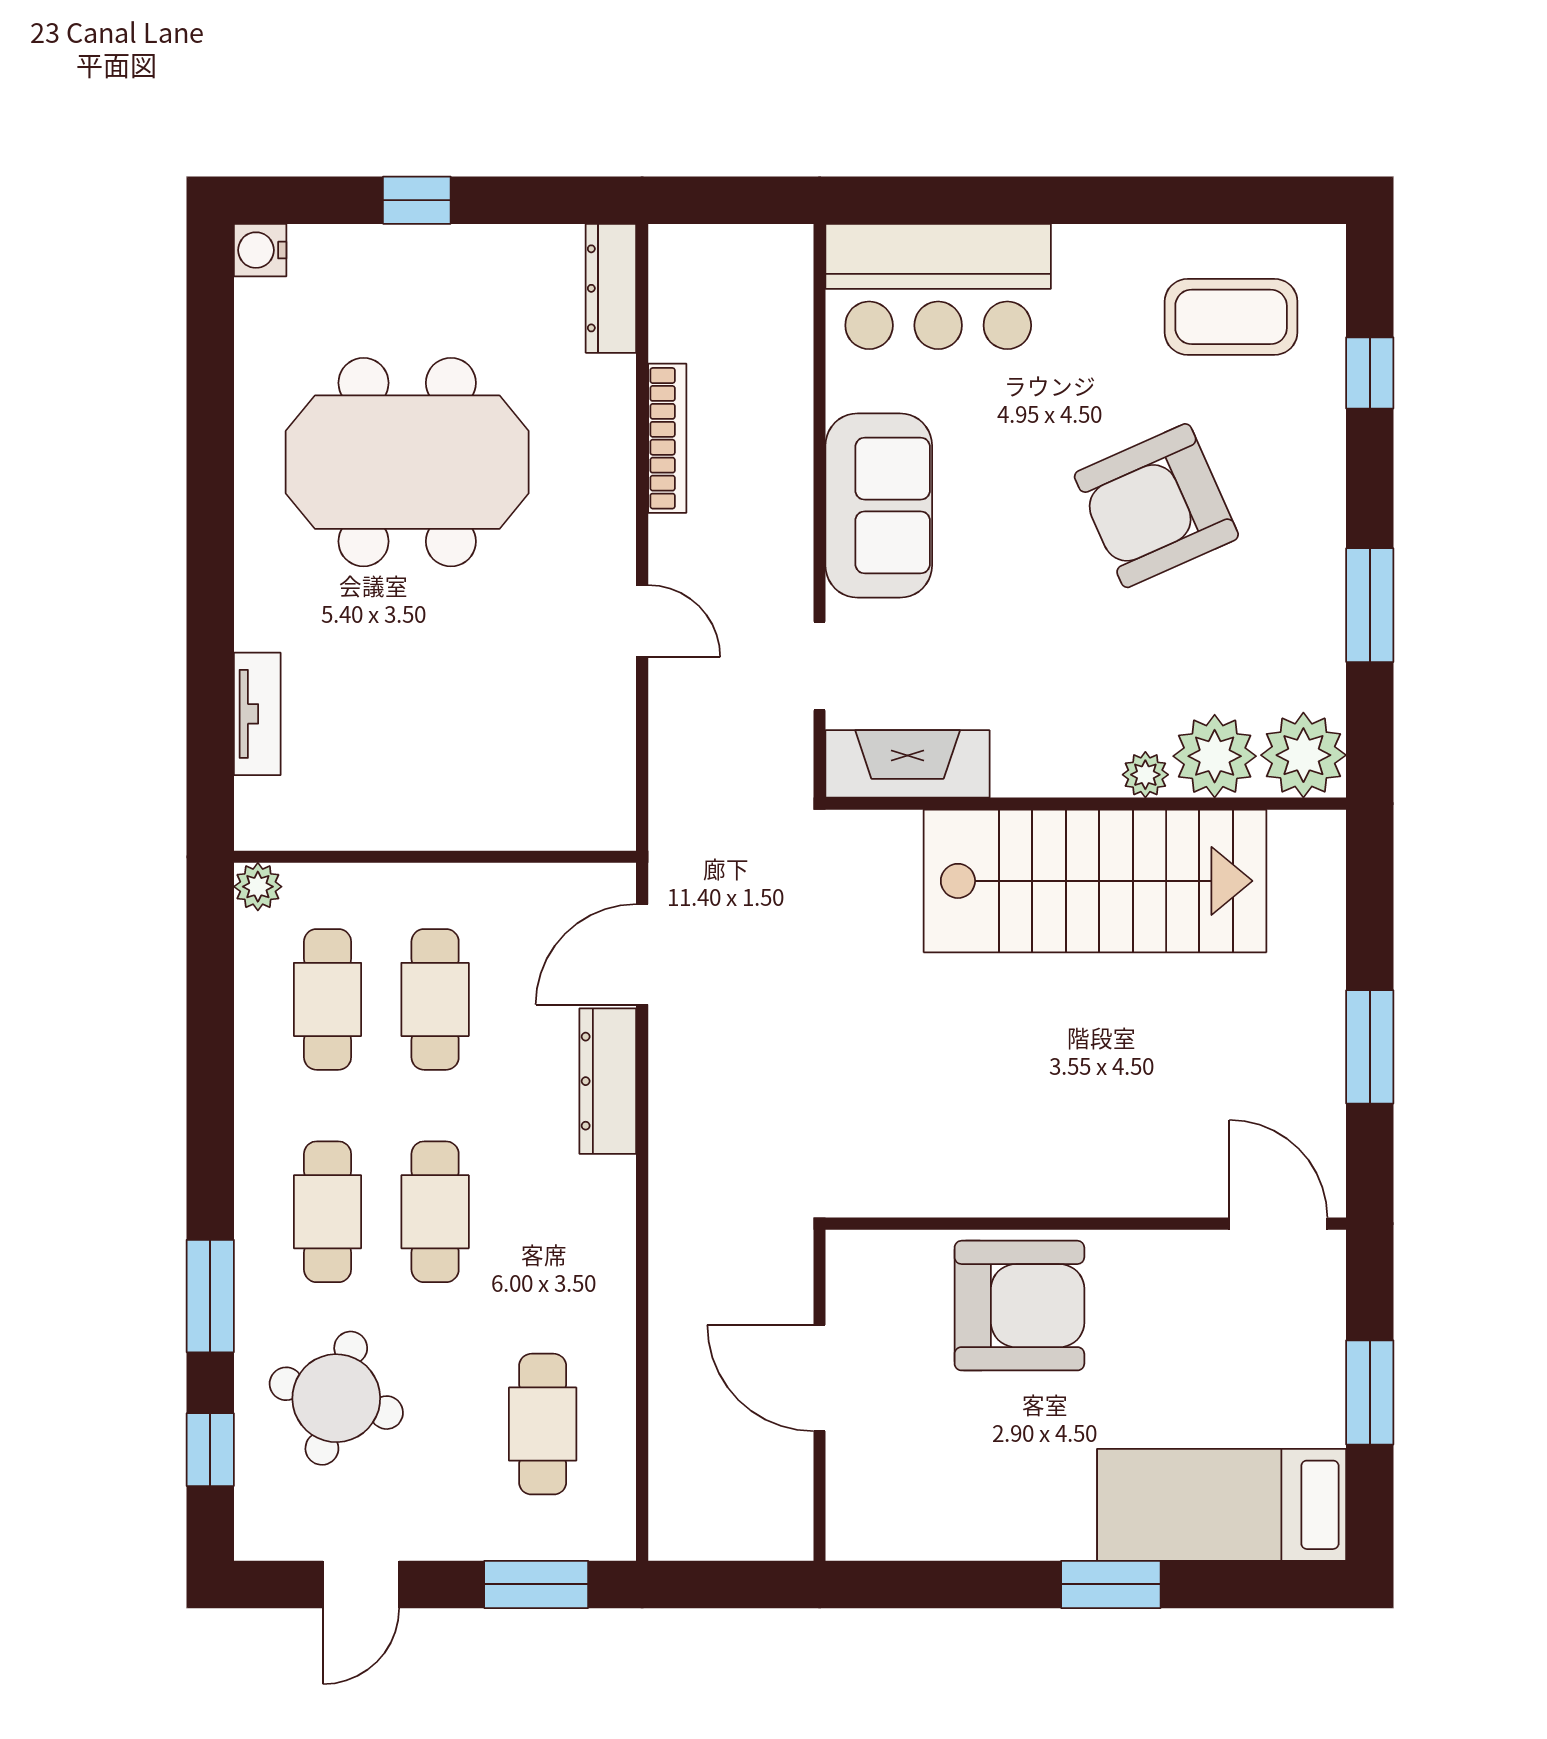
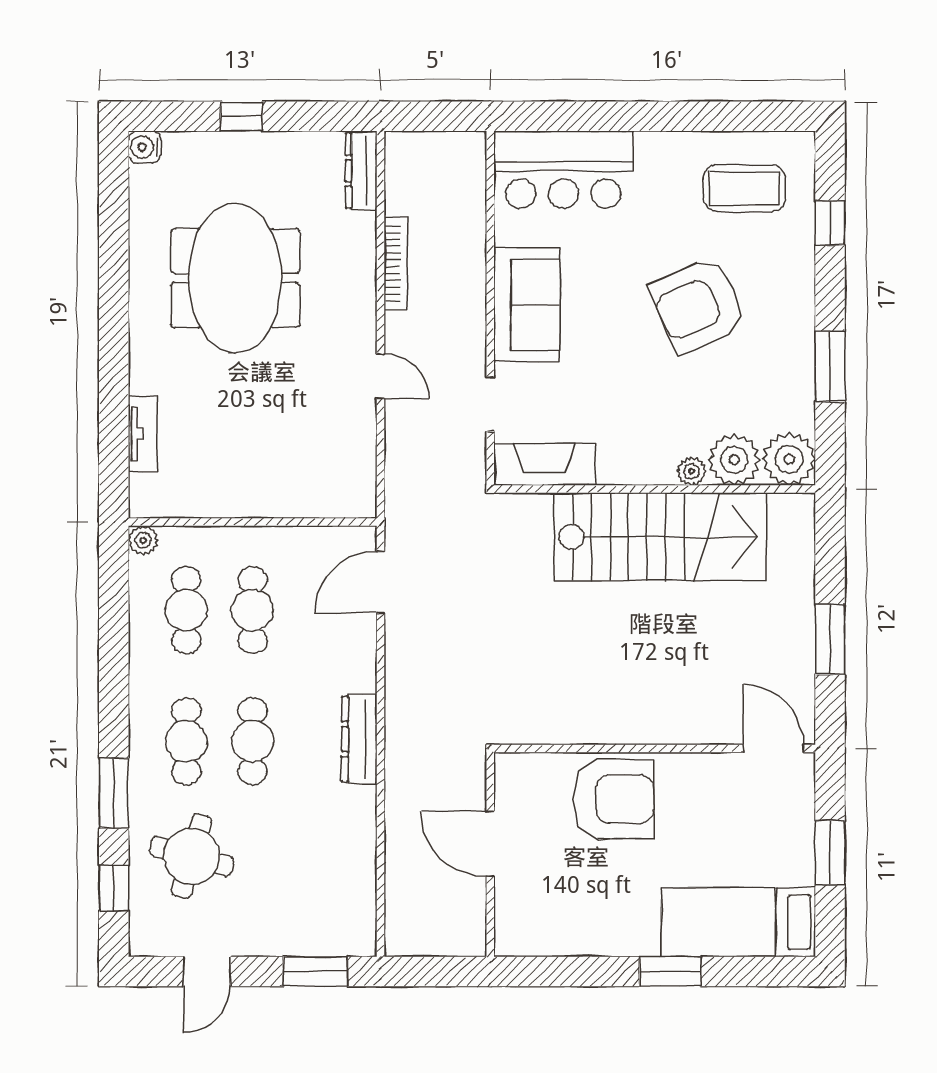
meeting table: (407, 462) -> (235, 278), turned 90
dresser: (608, 1081) -> (359, 739), moved
cafe table: (543, 1424) -> (319, 872), removed

